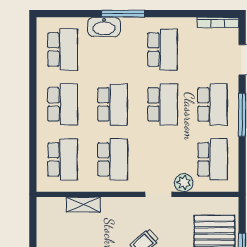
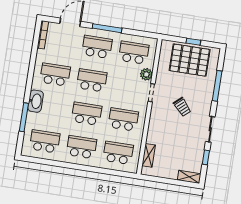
window: (123, 14) -> (24, 117), moved
washbasin: (104, 27) -> (36, 101), moved
shelving: (83, 205) -> (149, 155), moved

